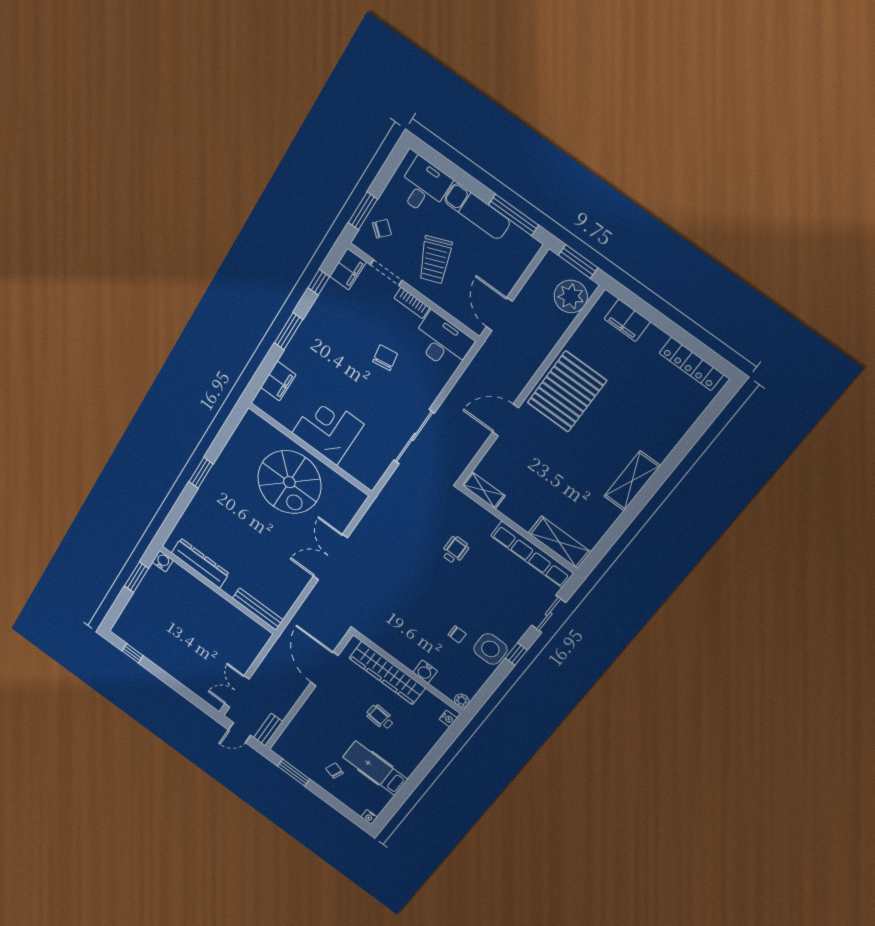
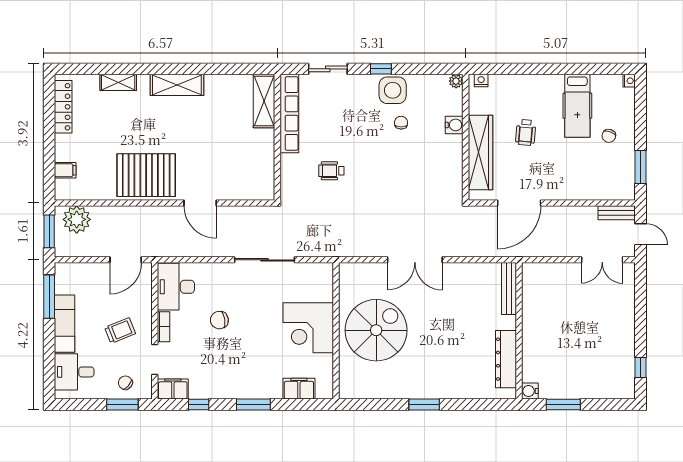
trolley: (435, 260) -> (120, 331), width x0.73, depth x0.72
filing cabinet: (627, 320) -> (65, 170), width x0.50
shelving: (484, 490) -> (118, 82), moved, turned 90

